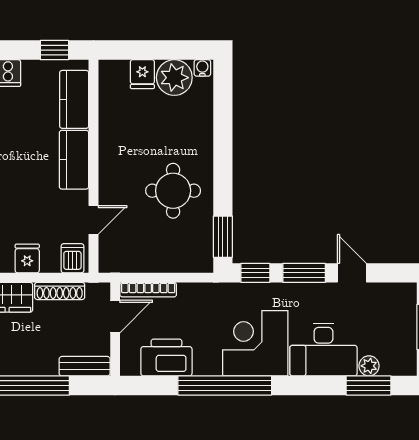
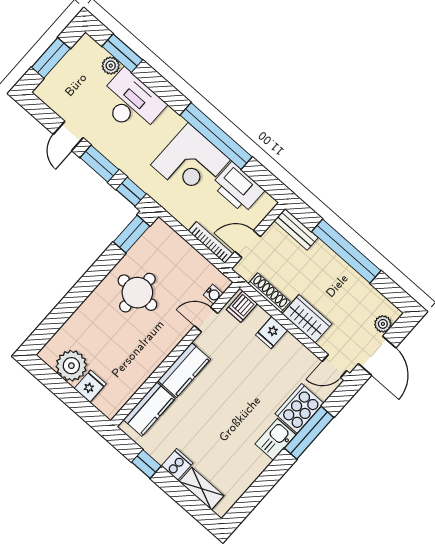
window: (54, 50) -> (146, 464), moved
water cooler: (202, 68) -> (213, 294), moved, turned -90
corner desk: (255, 343) -> (190, 162), moved

